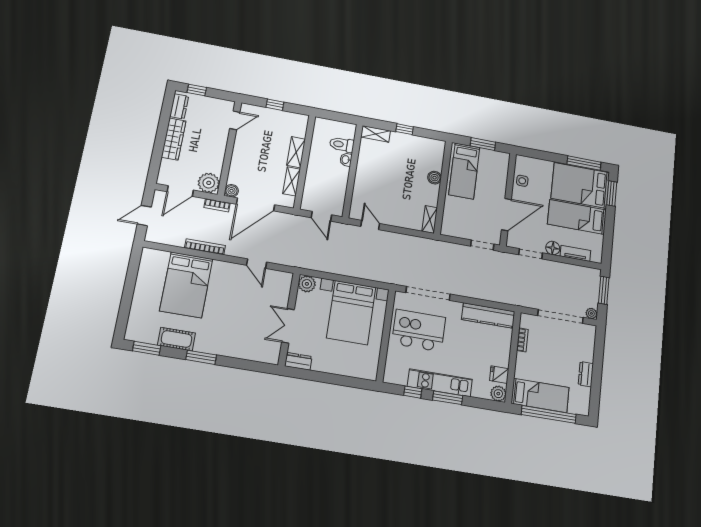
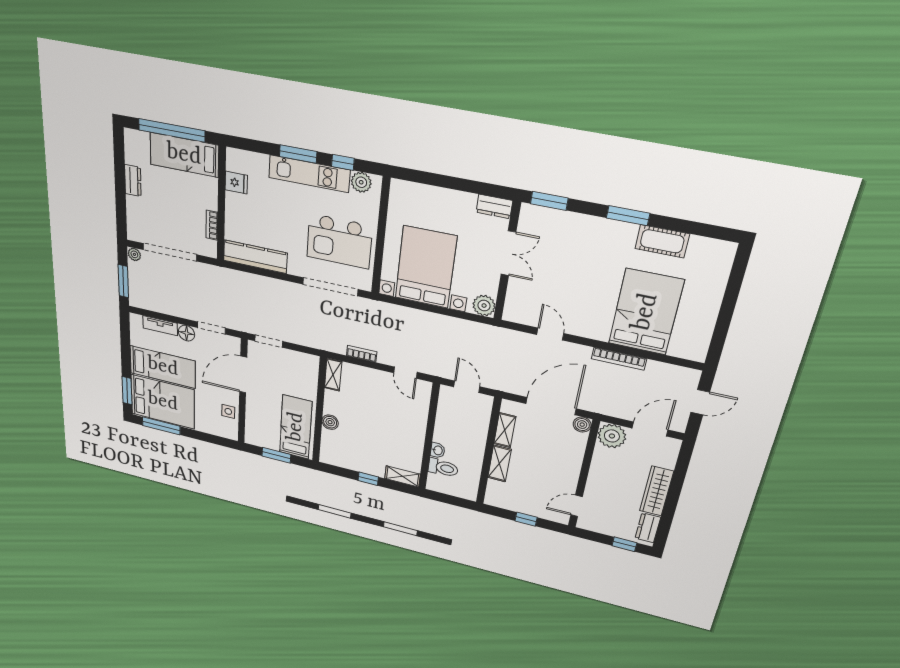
bookcase: (217, 205) -> (362, 354), moved
window: (147, 348) -> (549, 201), moved
plant: (498, 394) -> (361, 182), moved

